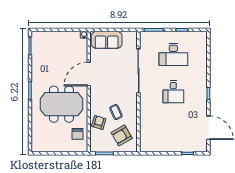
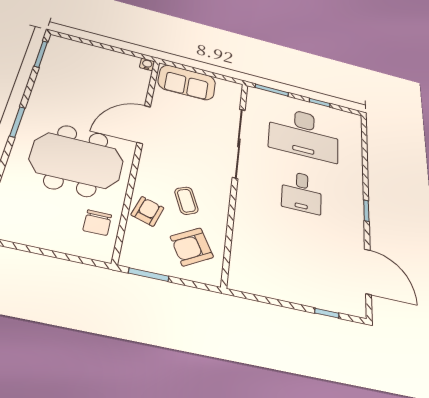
desk: (173, 54) -> (304, 134), width x1.36, depth x1.30

